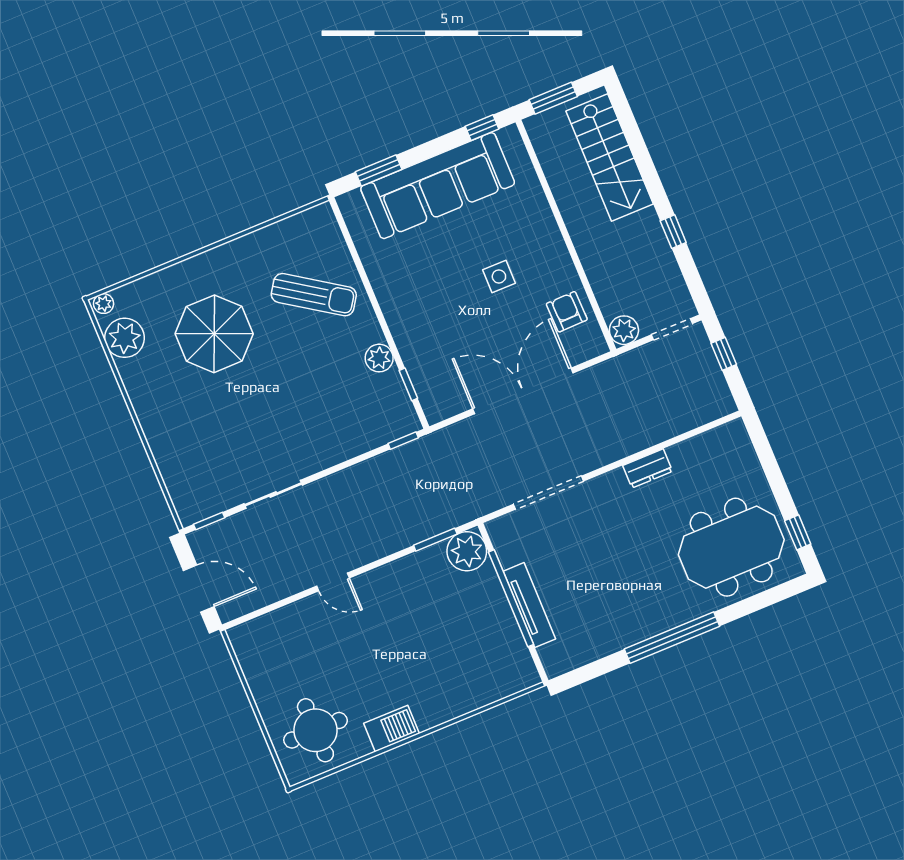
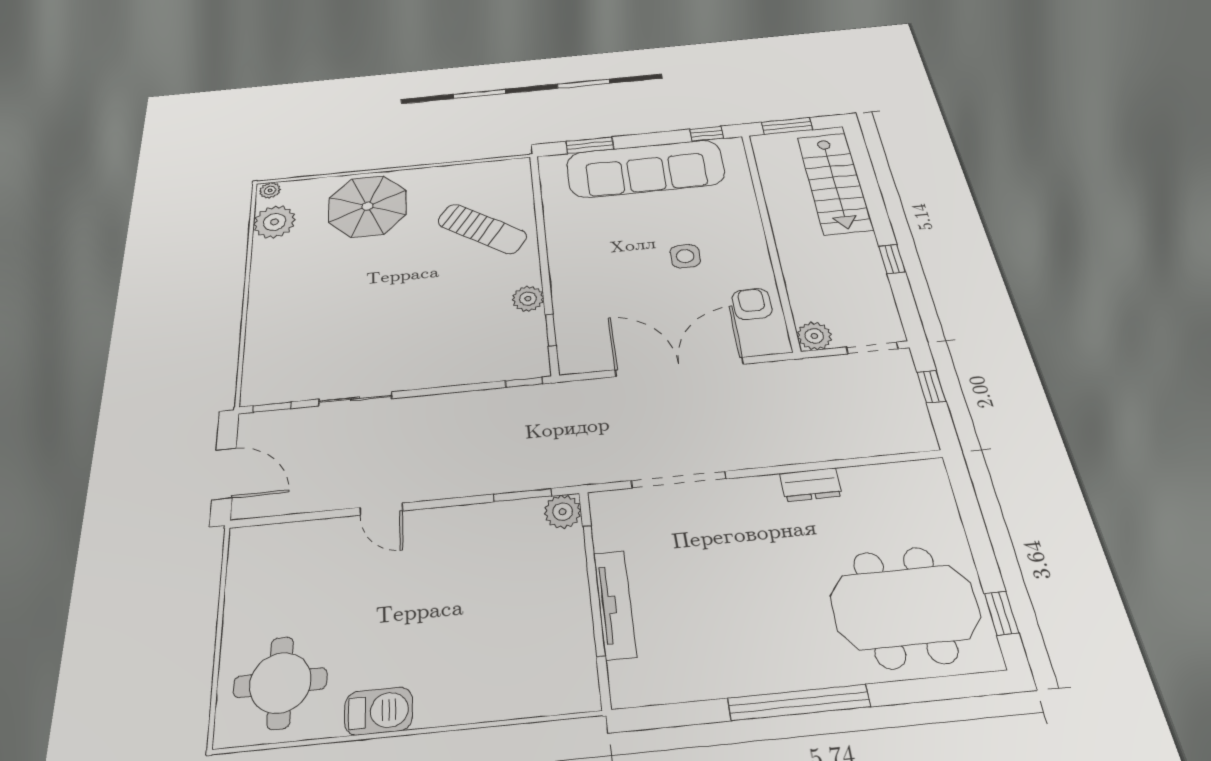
parasol: (214, 334) -> (367, 206), moved
plant: (467, 551) -> (563, 512), width x0.73, depth x0.73

